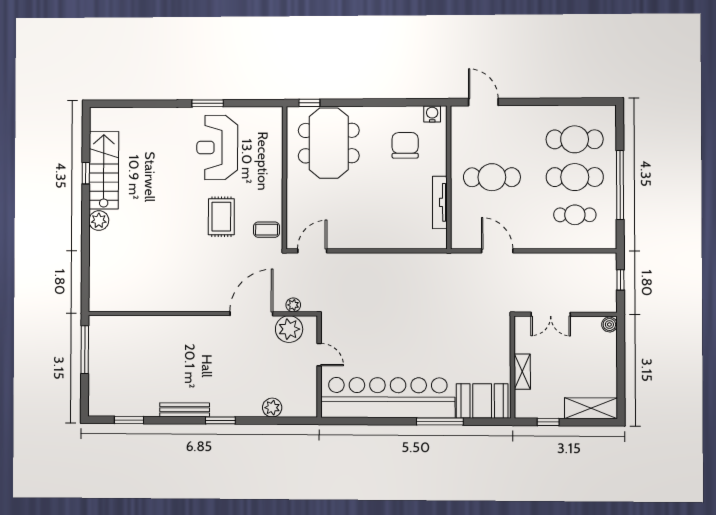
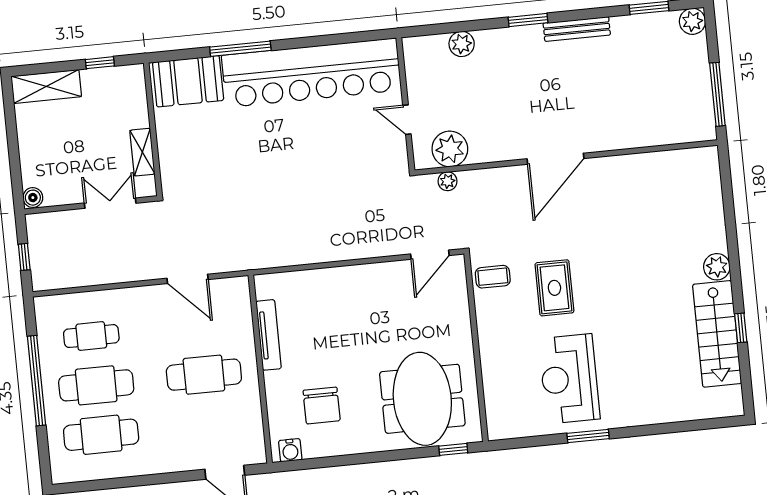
reception desk: (217, 147) -> (569, 379), turned 180
door: (251, 314) -> (555, 159), moved
shelving: (522, 372) -> (142, 152), moved
plant: (98, 406) -> (692, 21), added

